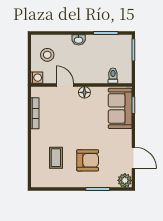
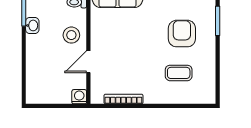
washbasin: (79, 40) -> (32, 25), moved
stool: (47, 55) -> (71, 35), moved
floor lamp: (84, 92) -> (98, 37), removed

